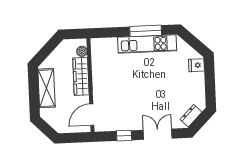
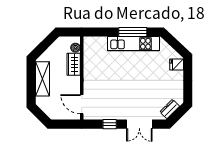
wardrobe: (81, 76) -> (74, 64), width x0.67
door: (92, 115) -> (82, 104), hinge flipped
double door: (158, 134) -> (139, 124), swing flipped

